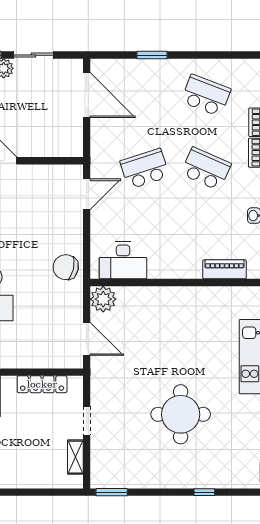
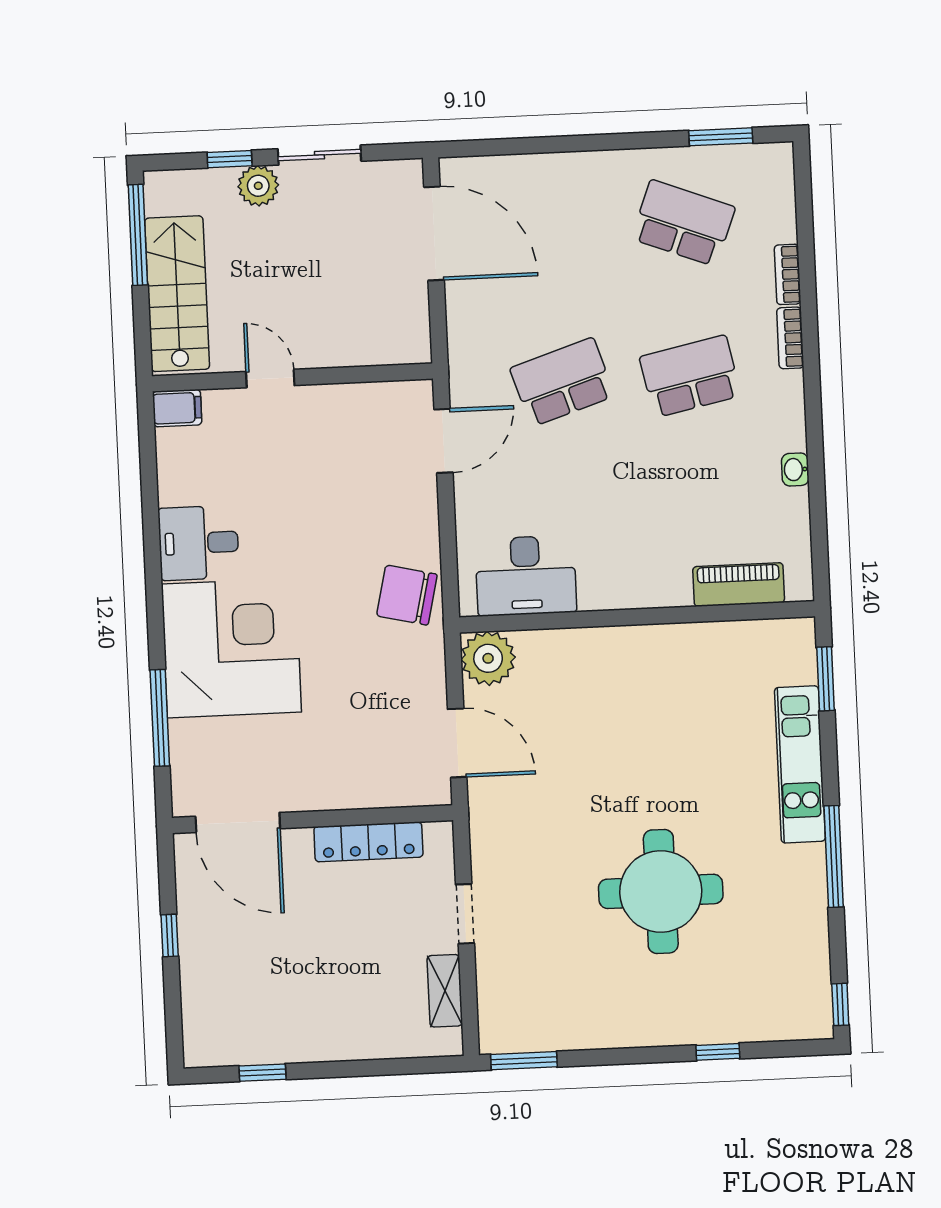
window: (152, 55) -> (721, 137), moved
school desk: (206, 169) -> (690, 376), turned -36

